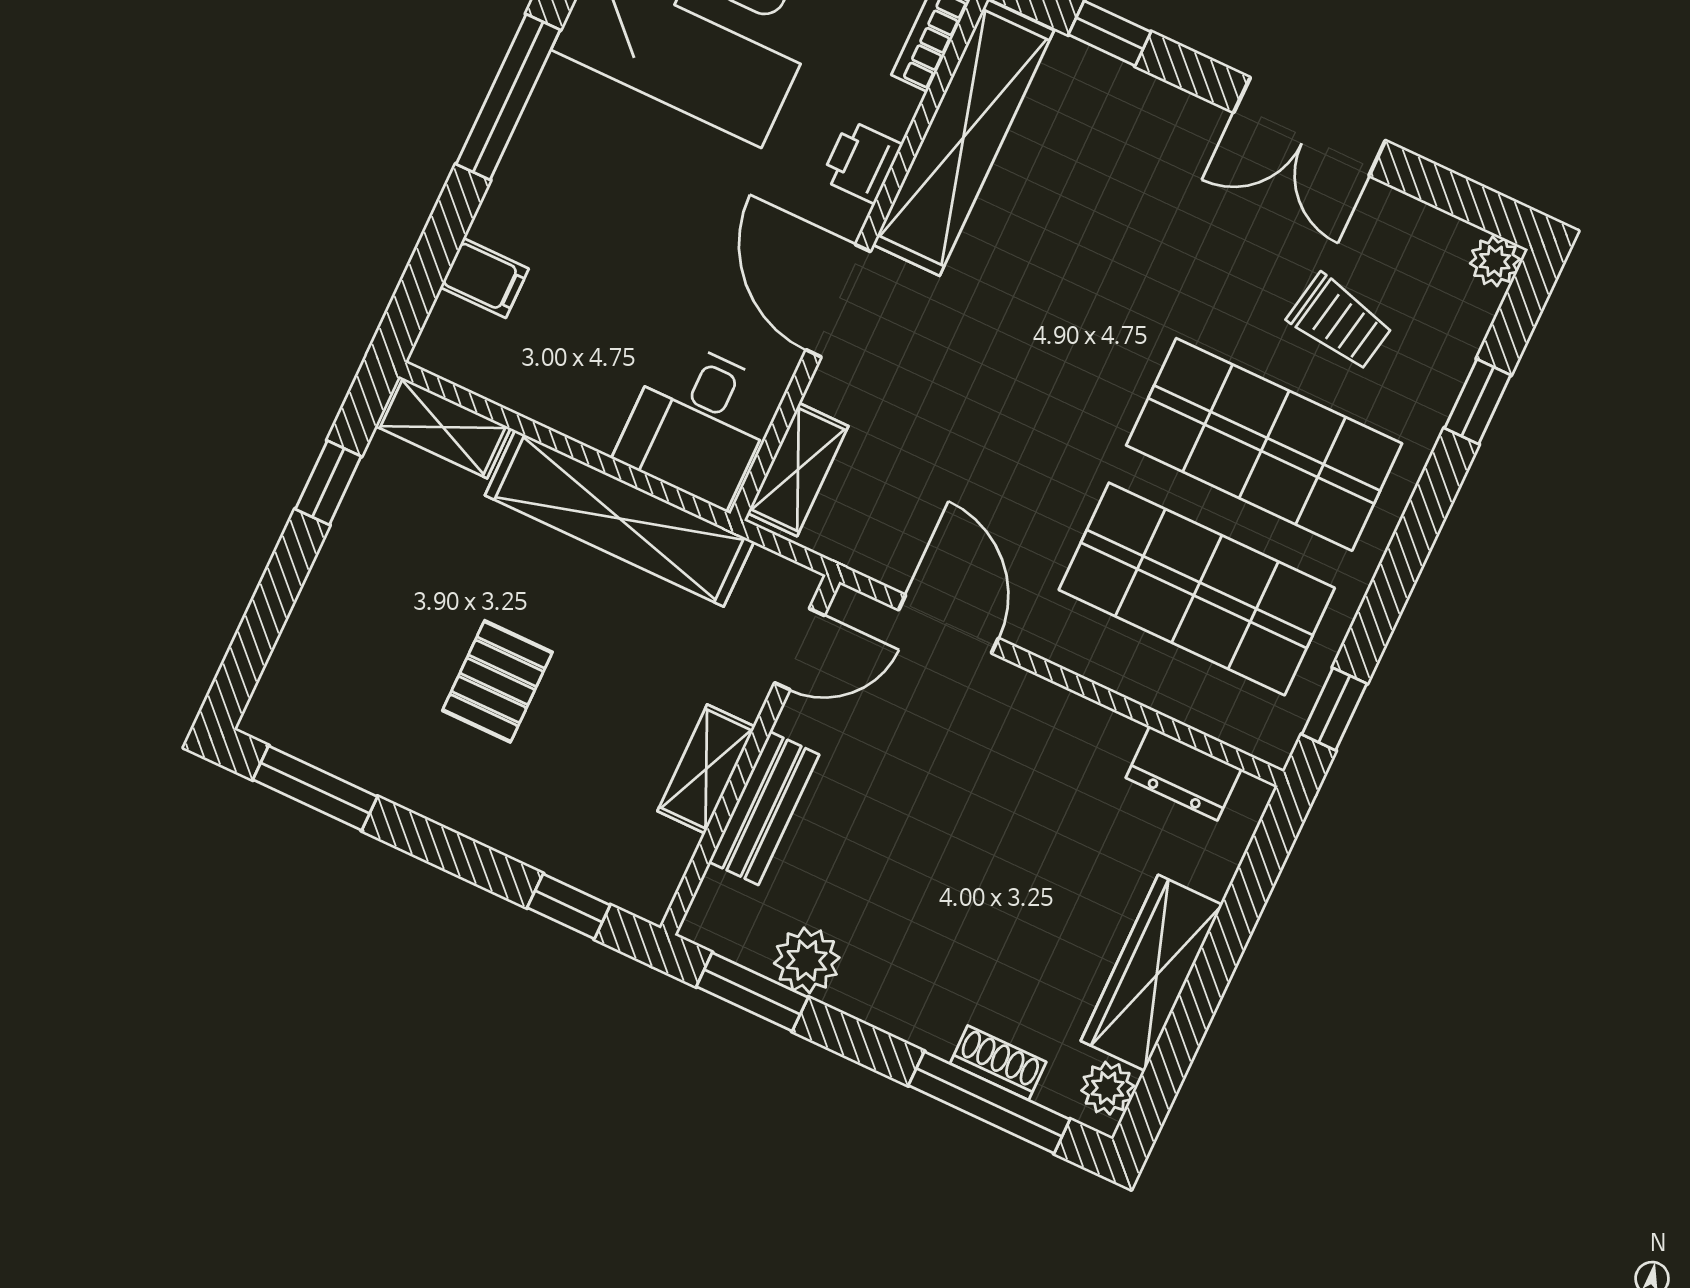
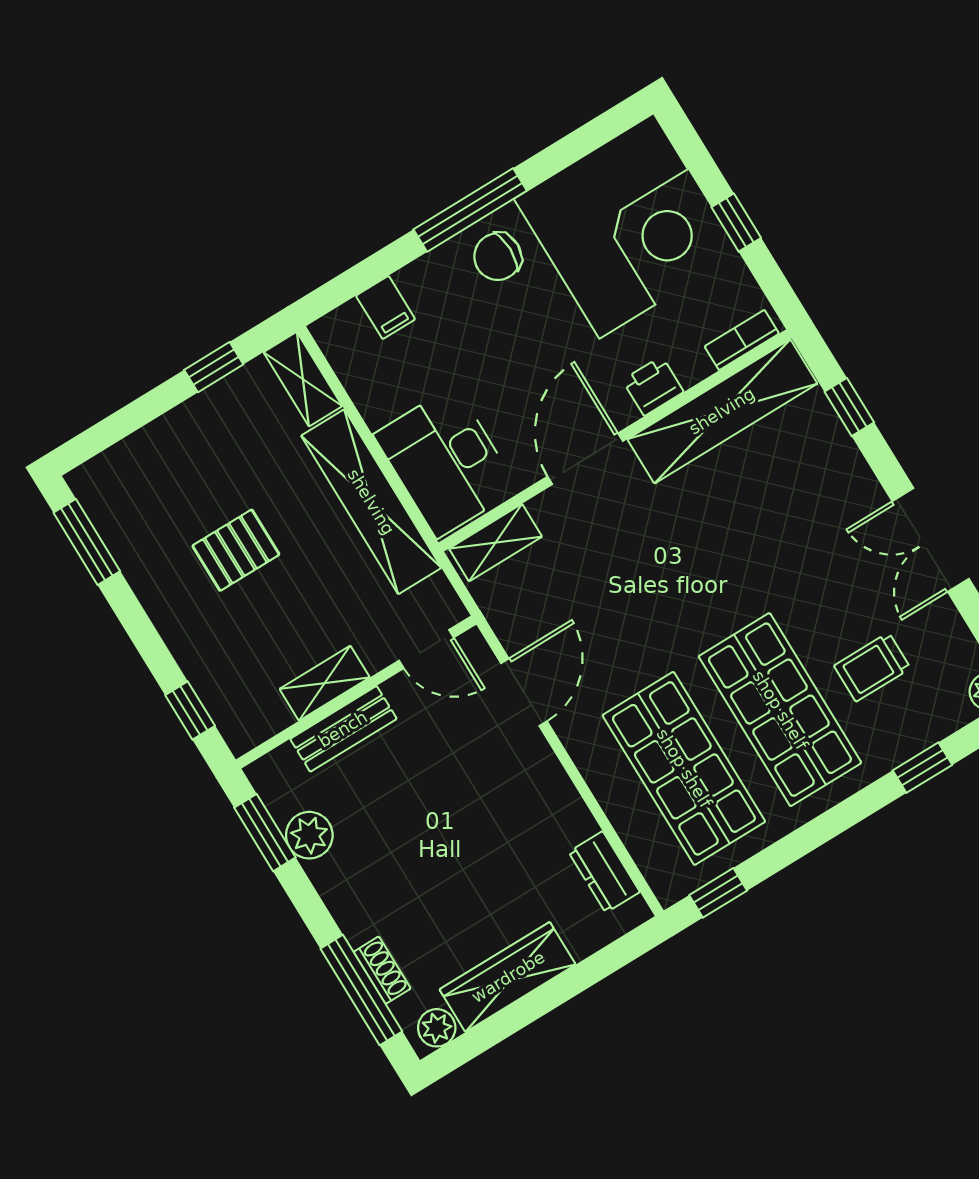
chair: (577, 130) -> (498, 257), added
trolley: (1340, 322) -> (872, 667), turned 79
desk: (698, 423) -> (446, 462), width x1.37

